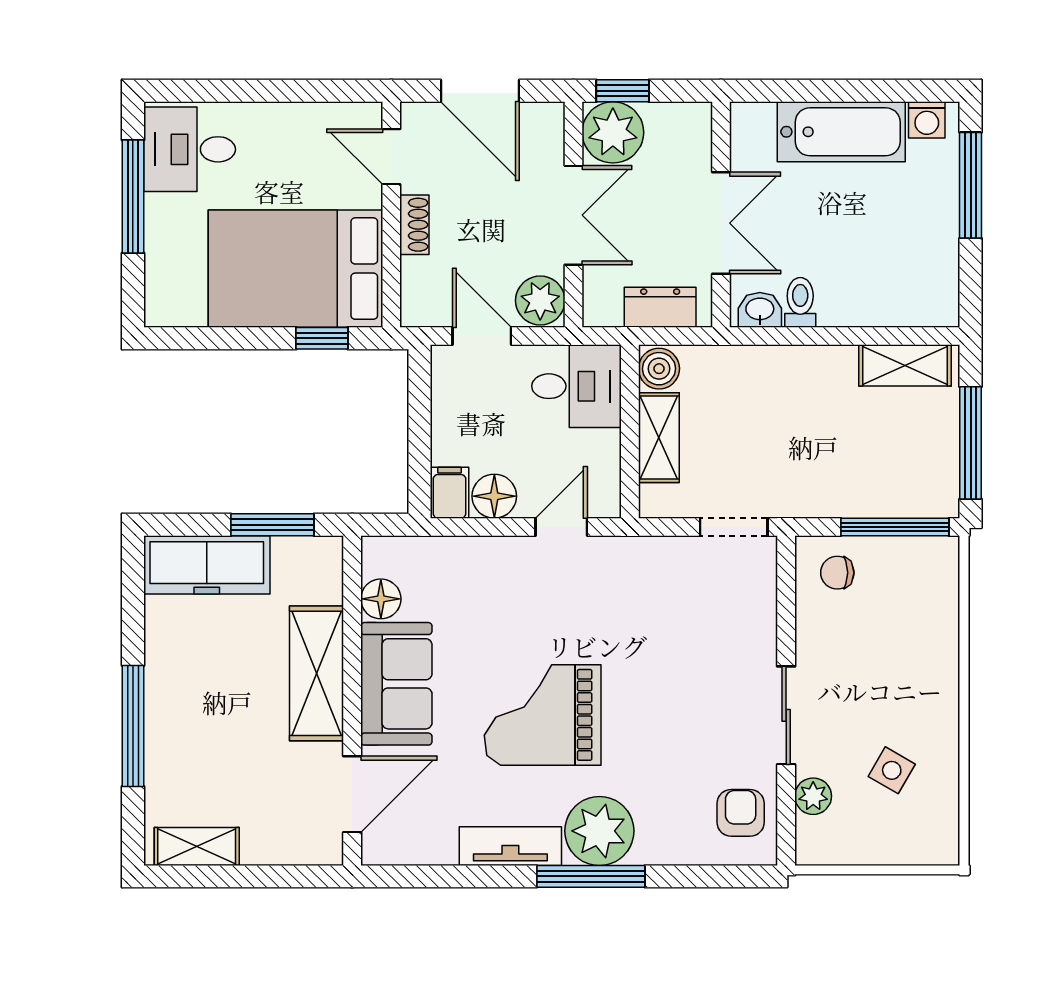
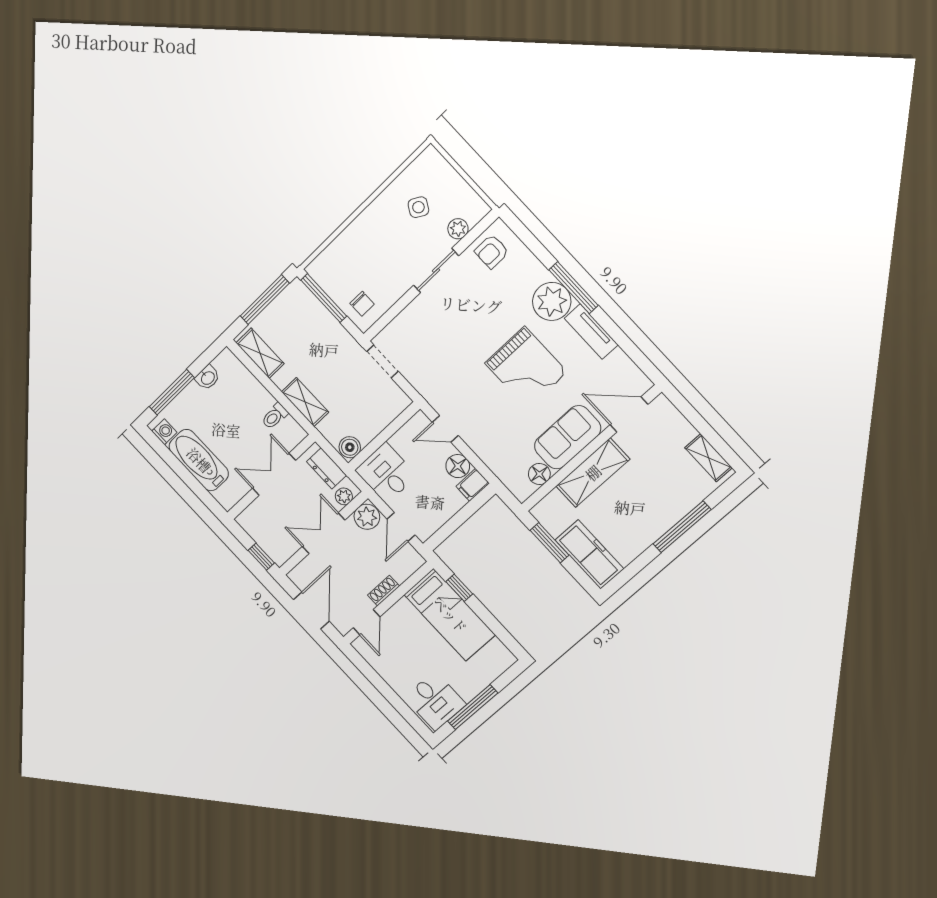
plant: (613, 132) -> (344, 496), moved, width x0.53, depth x0.53
bed: (295, 269) -> (450, 615), width x0.67
washbasin: (760, 310) -> (207, 378), moved, turned -90
shelving: (659, 438) -> (305, 402), moved, turned 90

